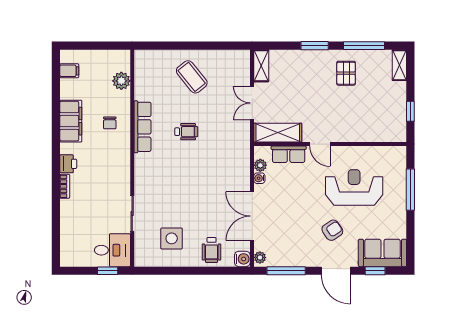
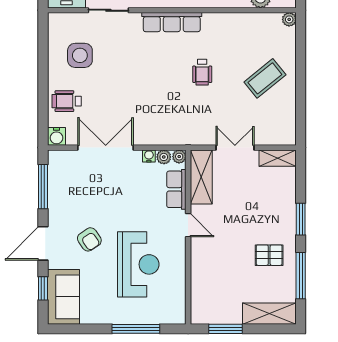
plant: (140, 56) -> (289, 19), added
shelving: (399, 65) -> (269, 314), width x1.50, depth x1.33
window: (410, 111) -> (226, 329), width x1.50
row of seats: (142, 127) -> (172, 22), moved
door: (320, 144) -> (188, 225), swing flipped
plant: (260, 257) -> (179, 157), moved

